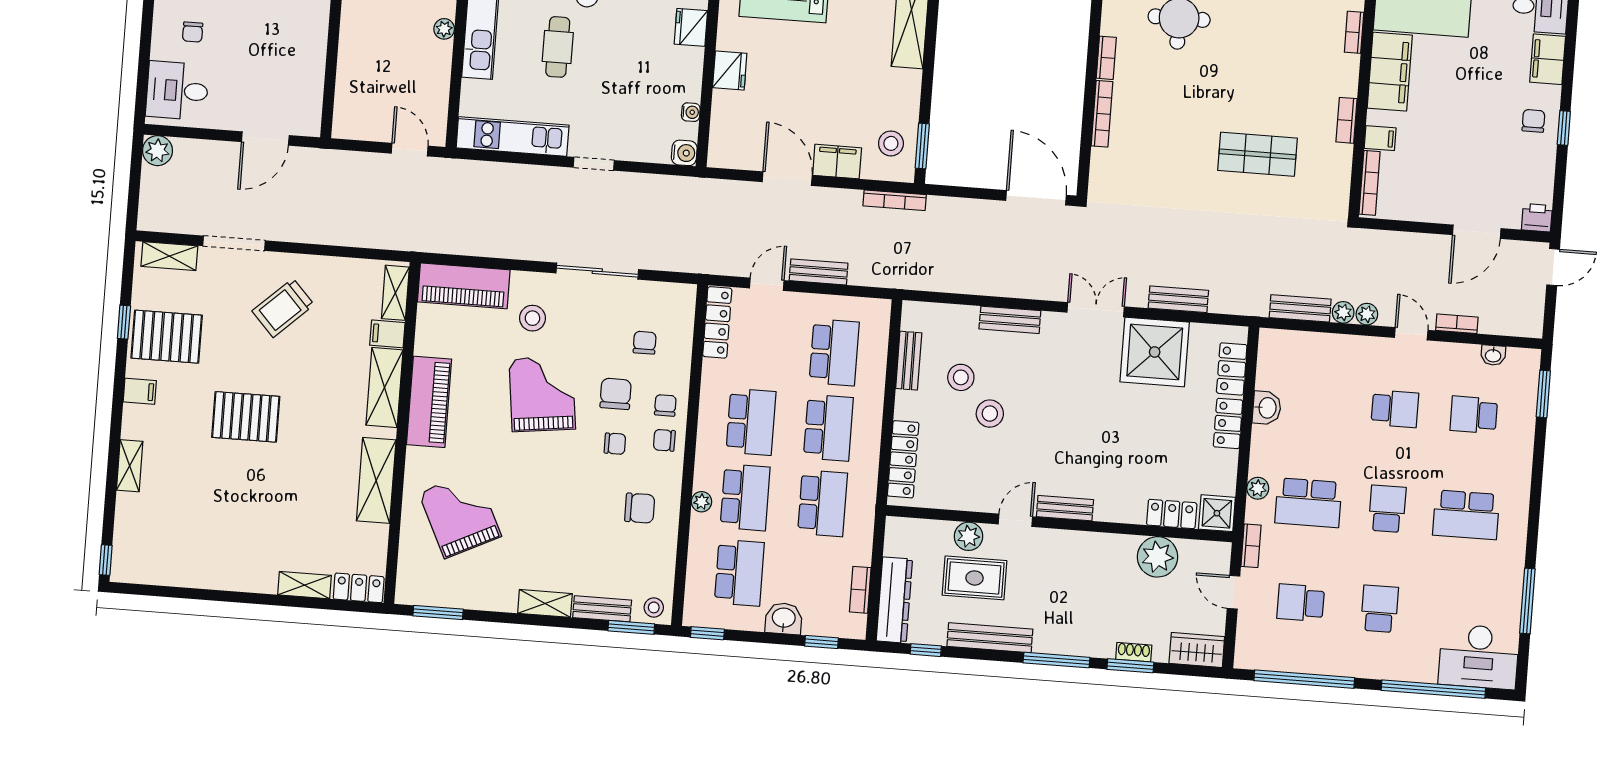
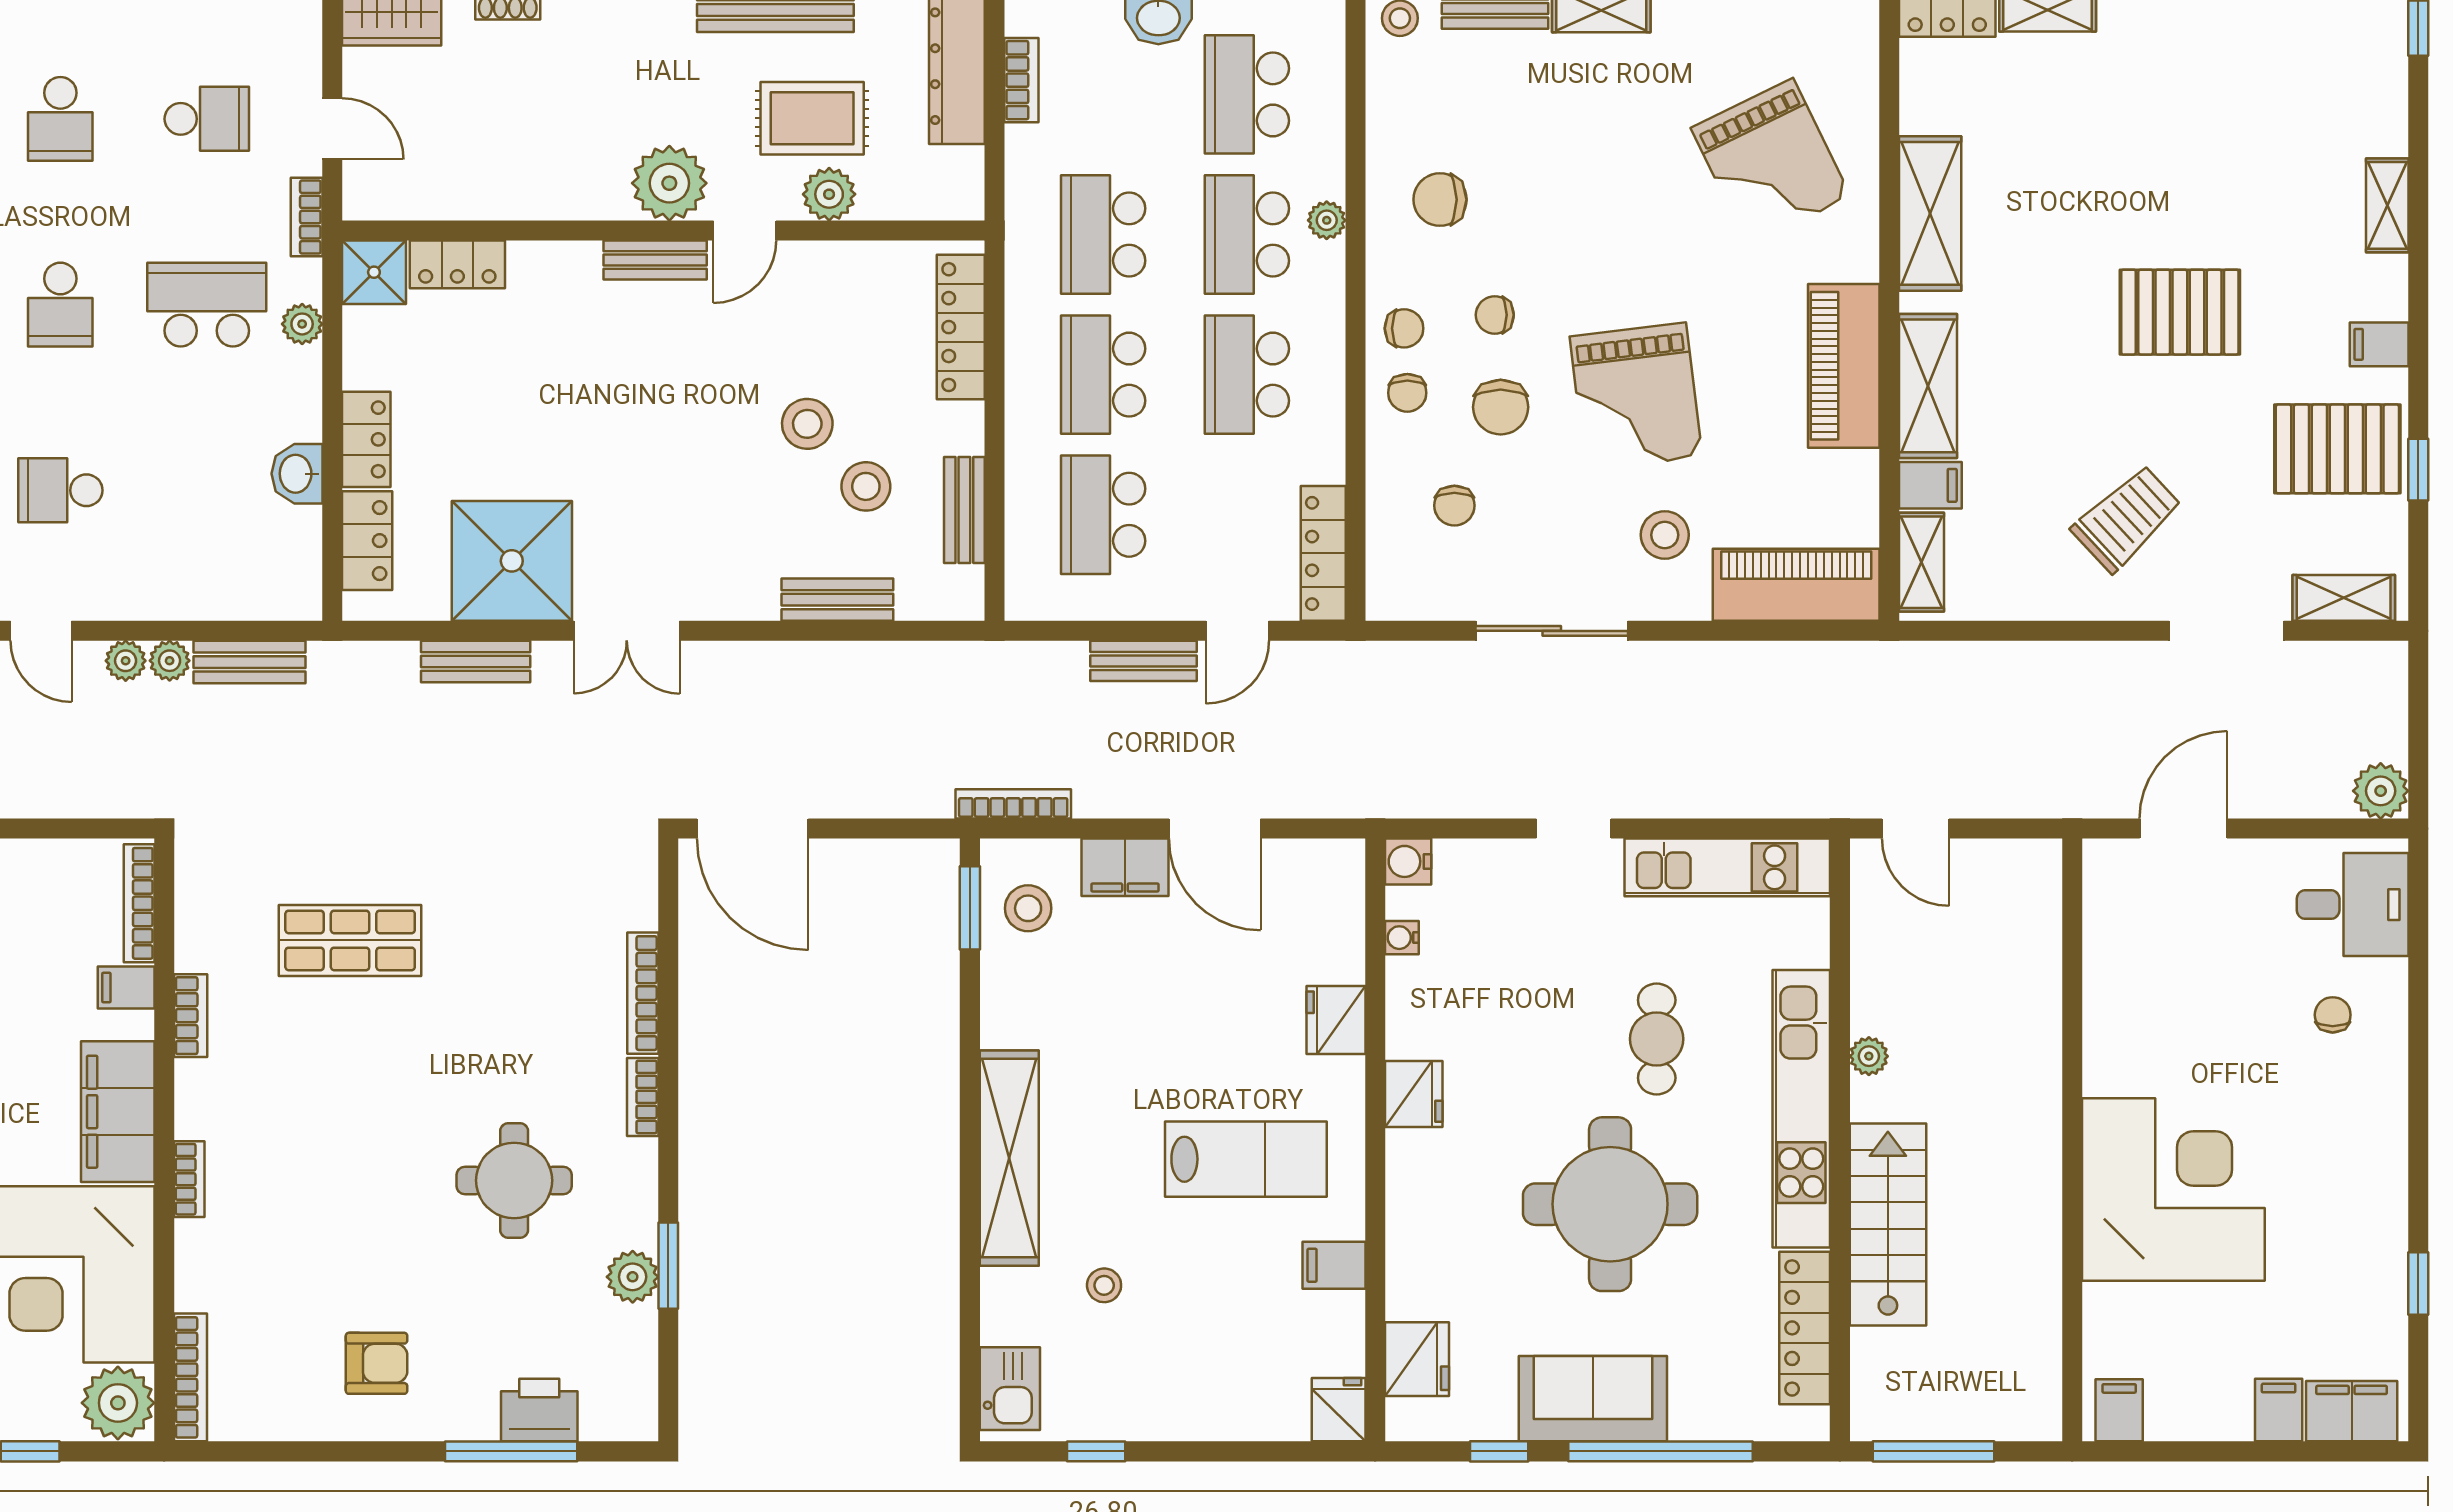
bench: (1010, 320) -> (837, 600), moved
plant: (1158, 557) -> (669, 183), moved

